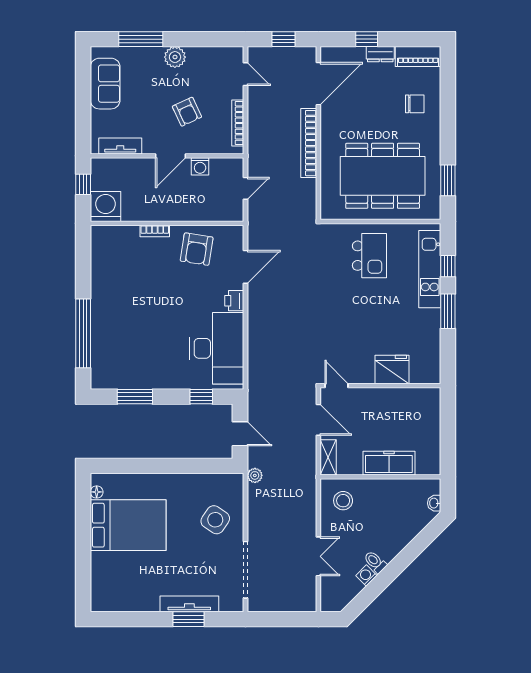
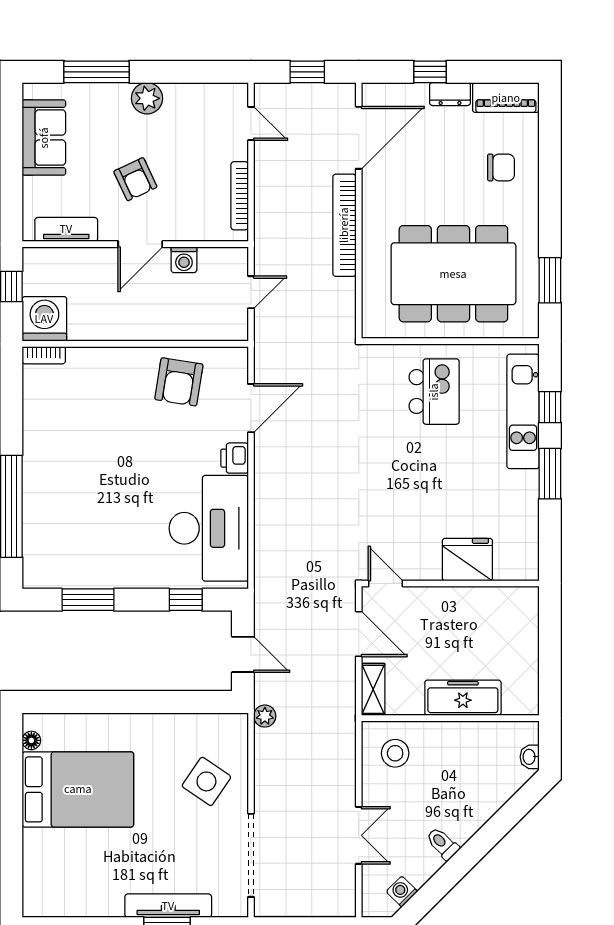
armchair: (187, 112) -> (135, 179), moved
bookcase: (155, 231) -> (44, 355), moved
washing machine: (366, 576) -> (402, 892), moved

